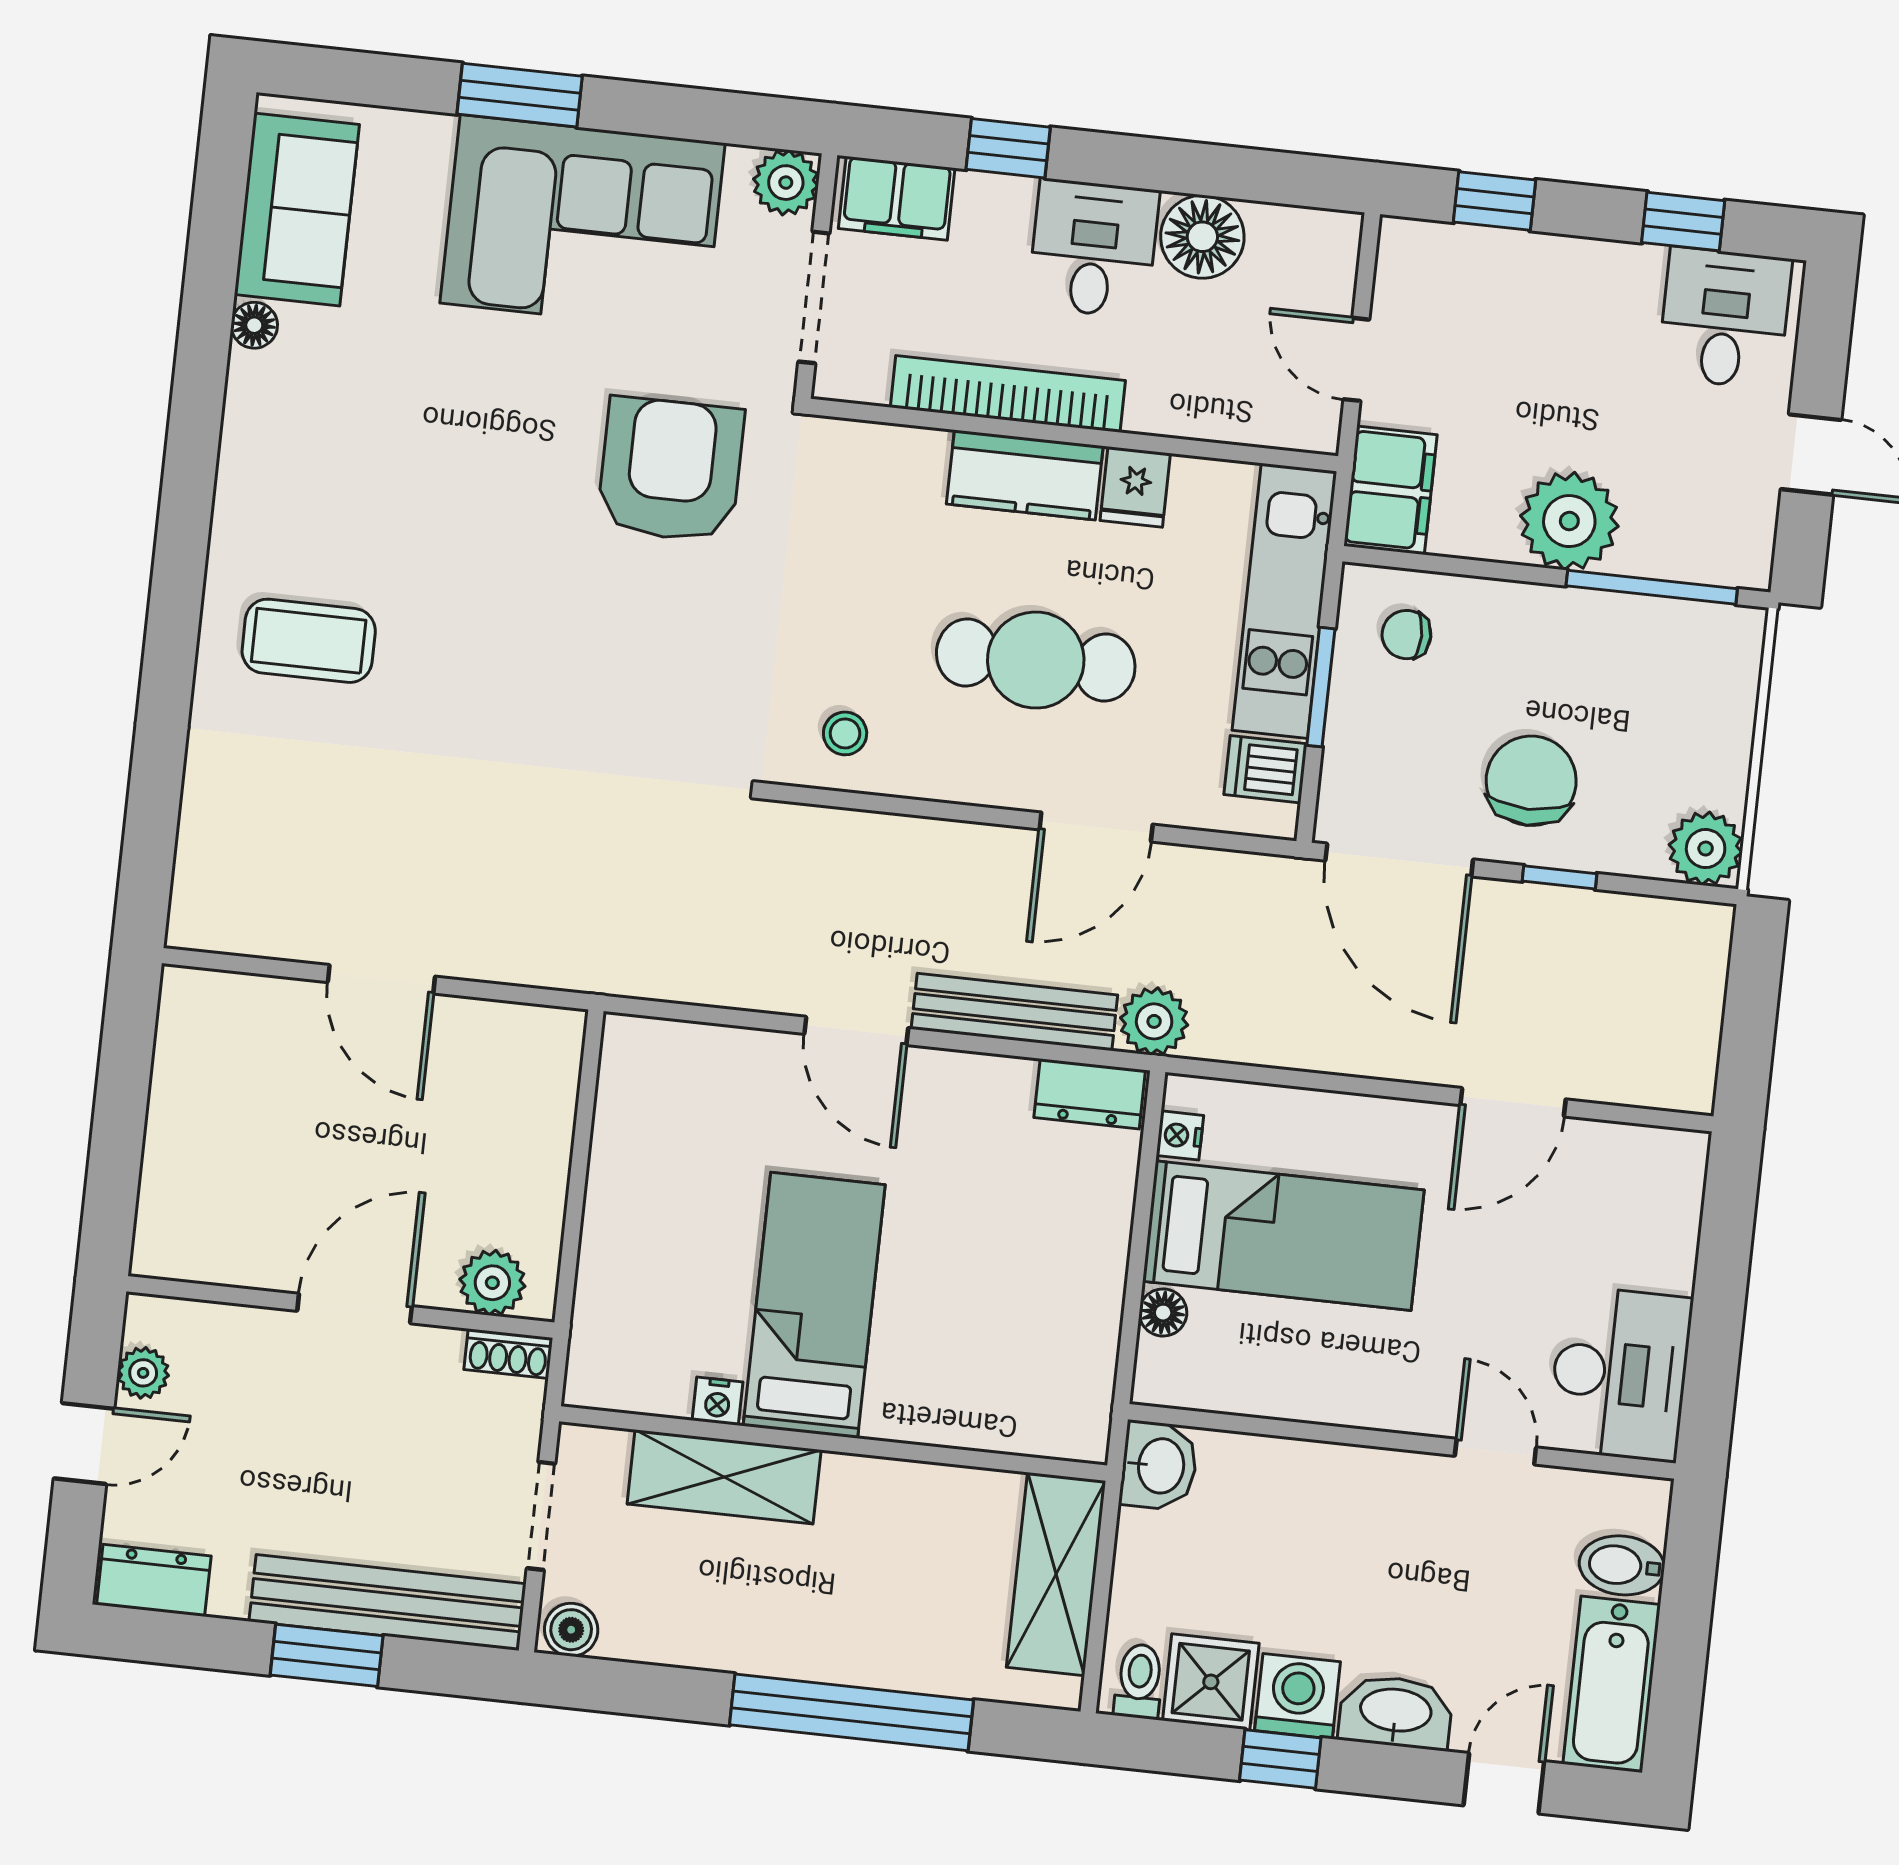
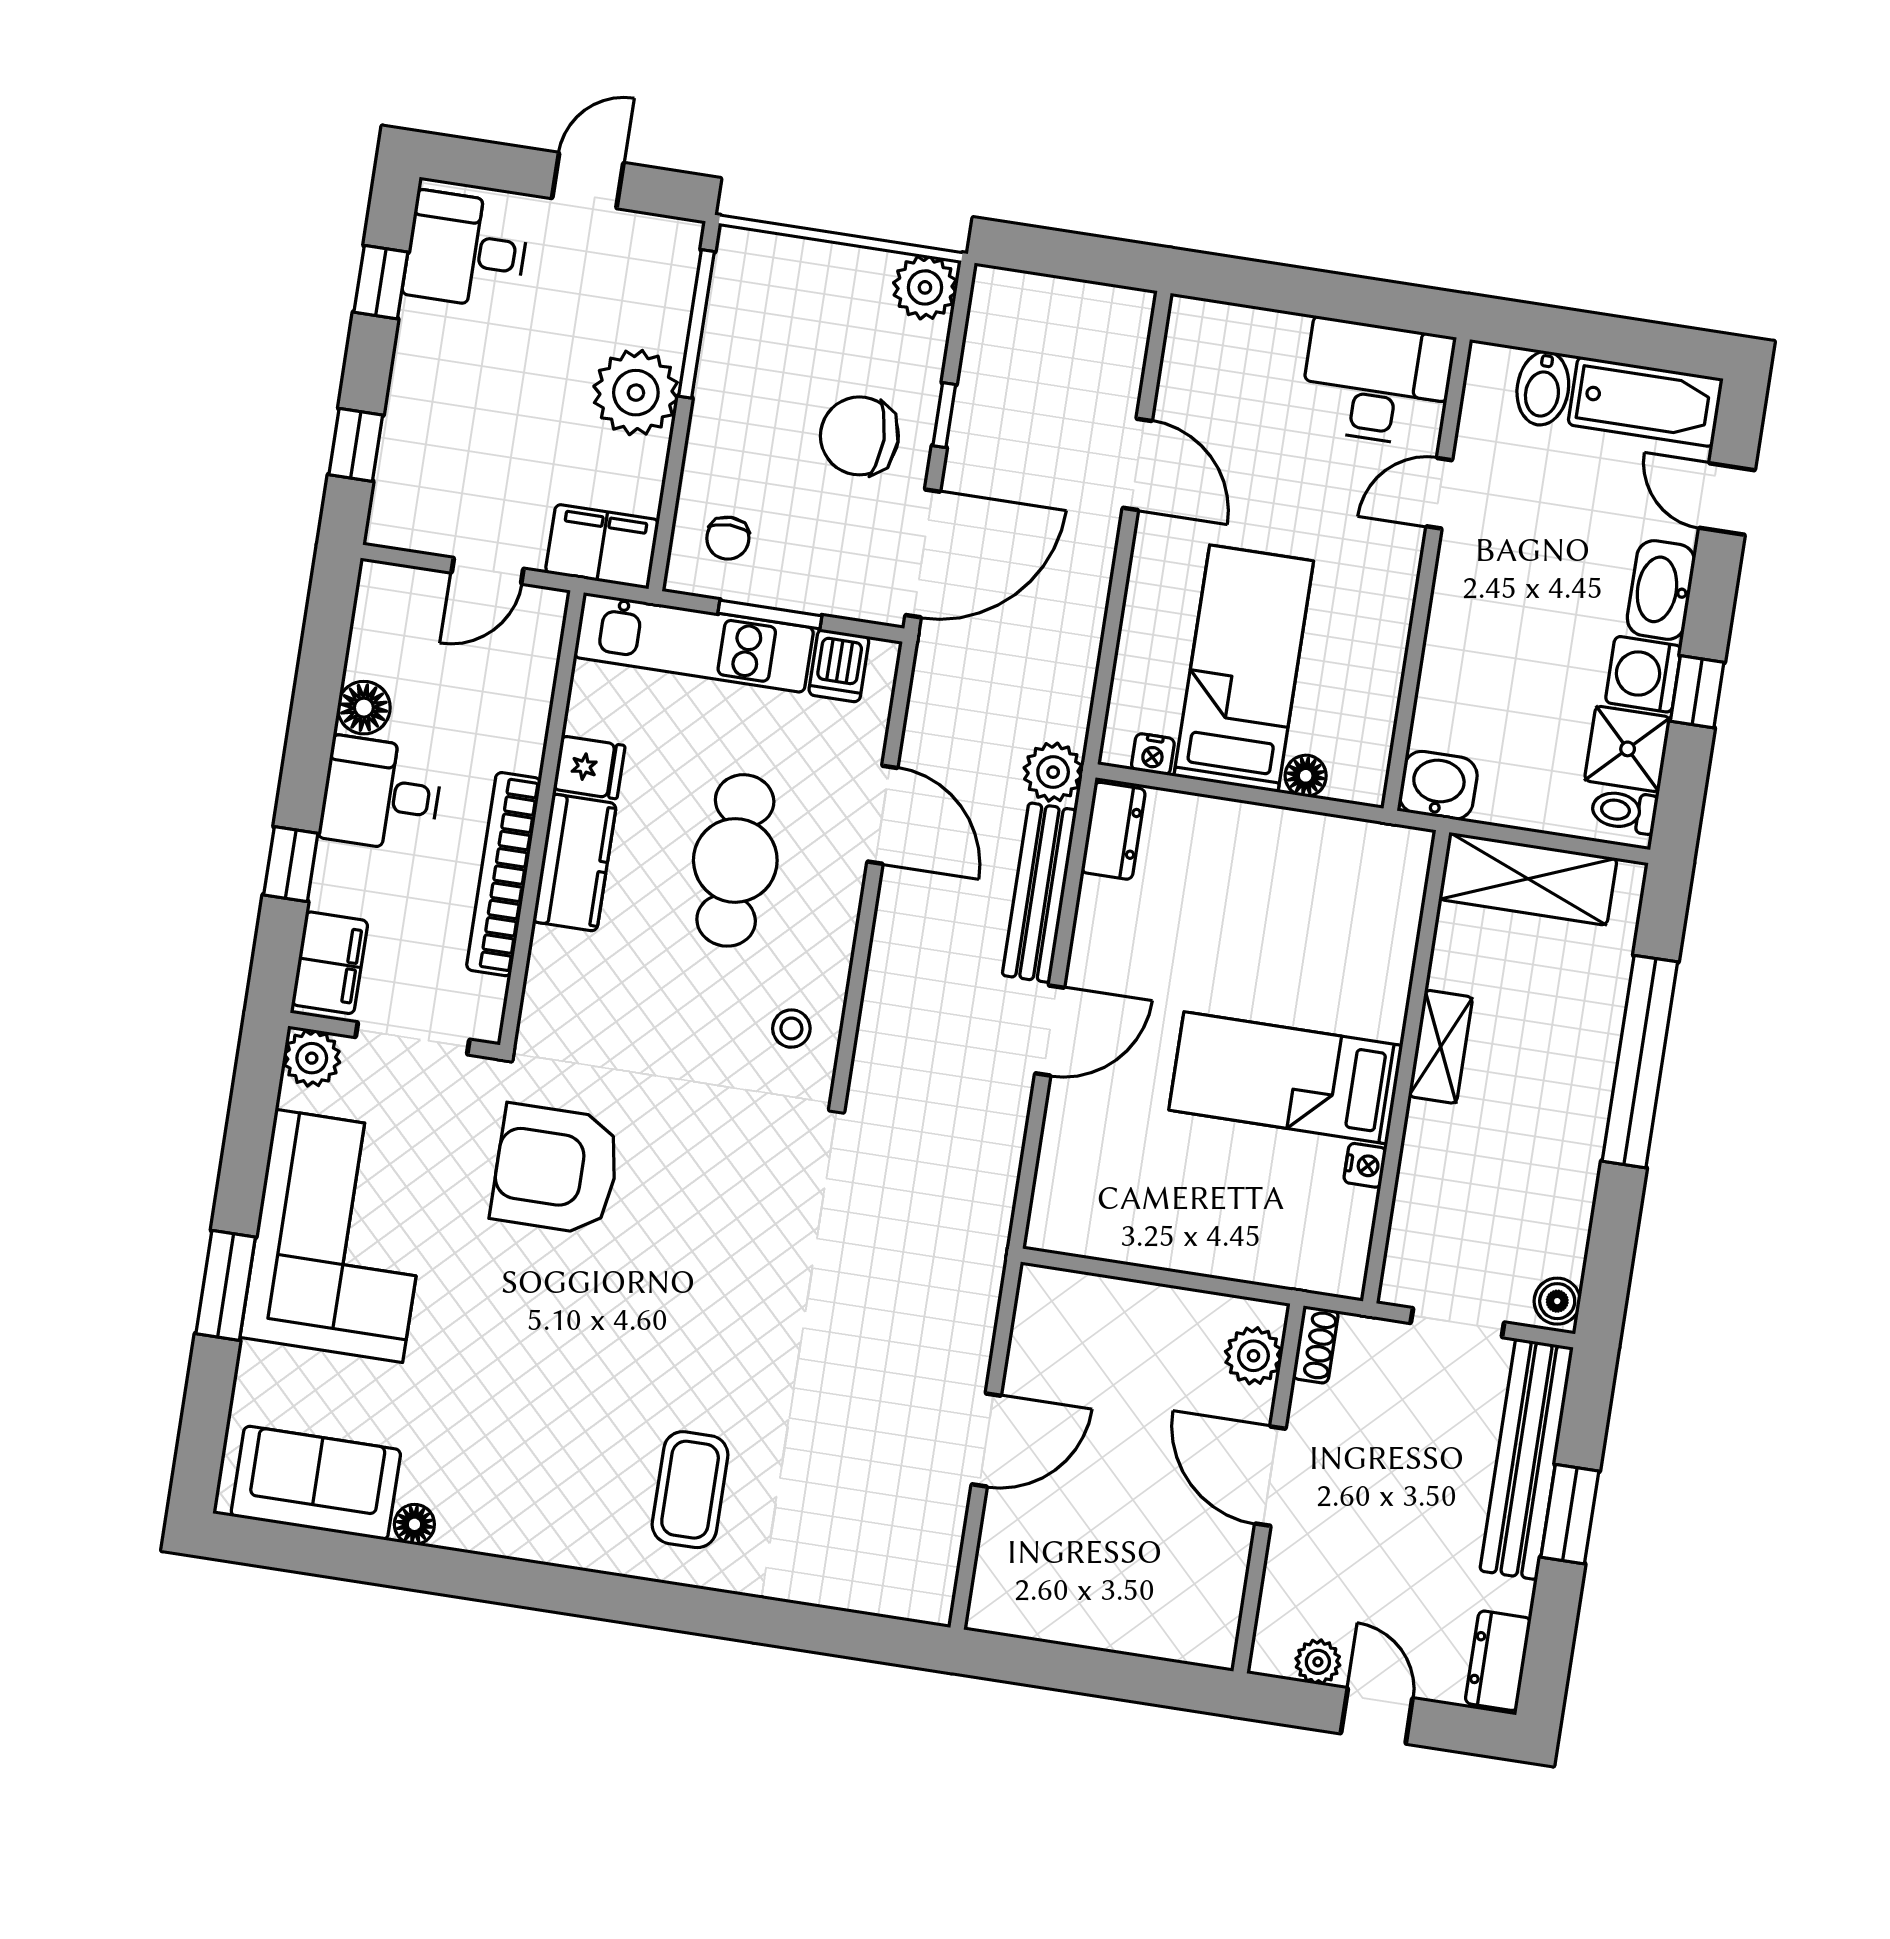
floor lamp: (1202, 237) -> (364, 708), width x0.73, depth x0.73
shelving: (724, 1477) -> (1441, 1047), moved, width x0.67, depth x0.75

